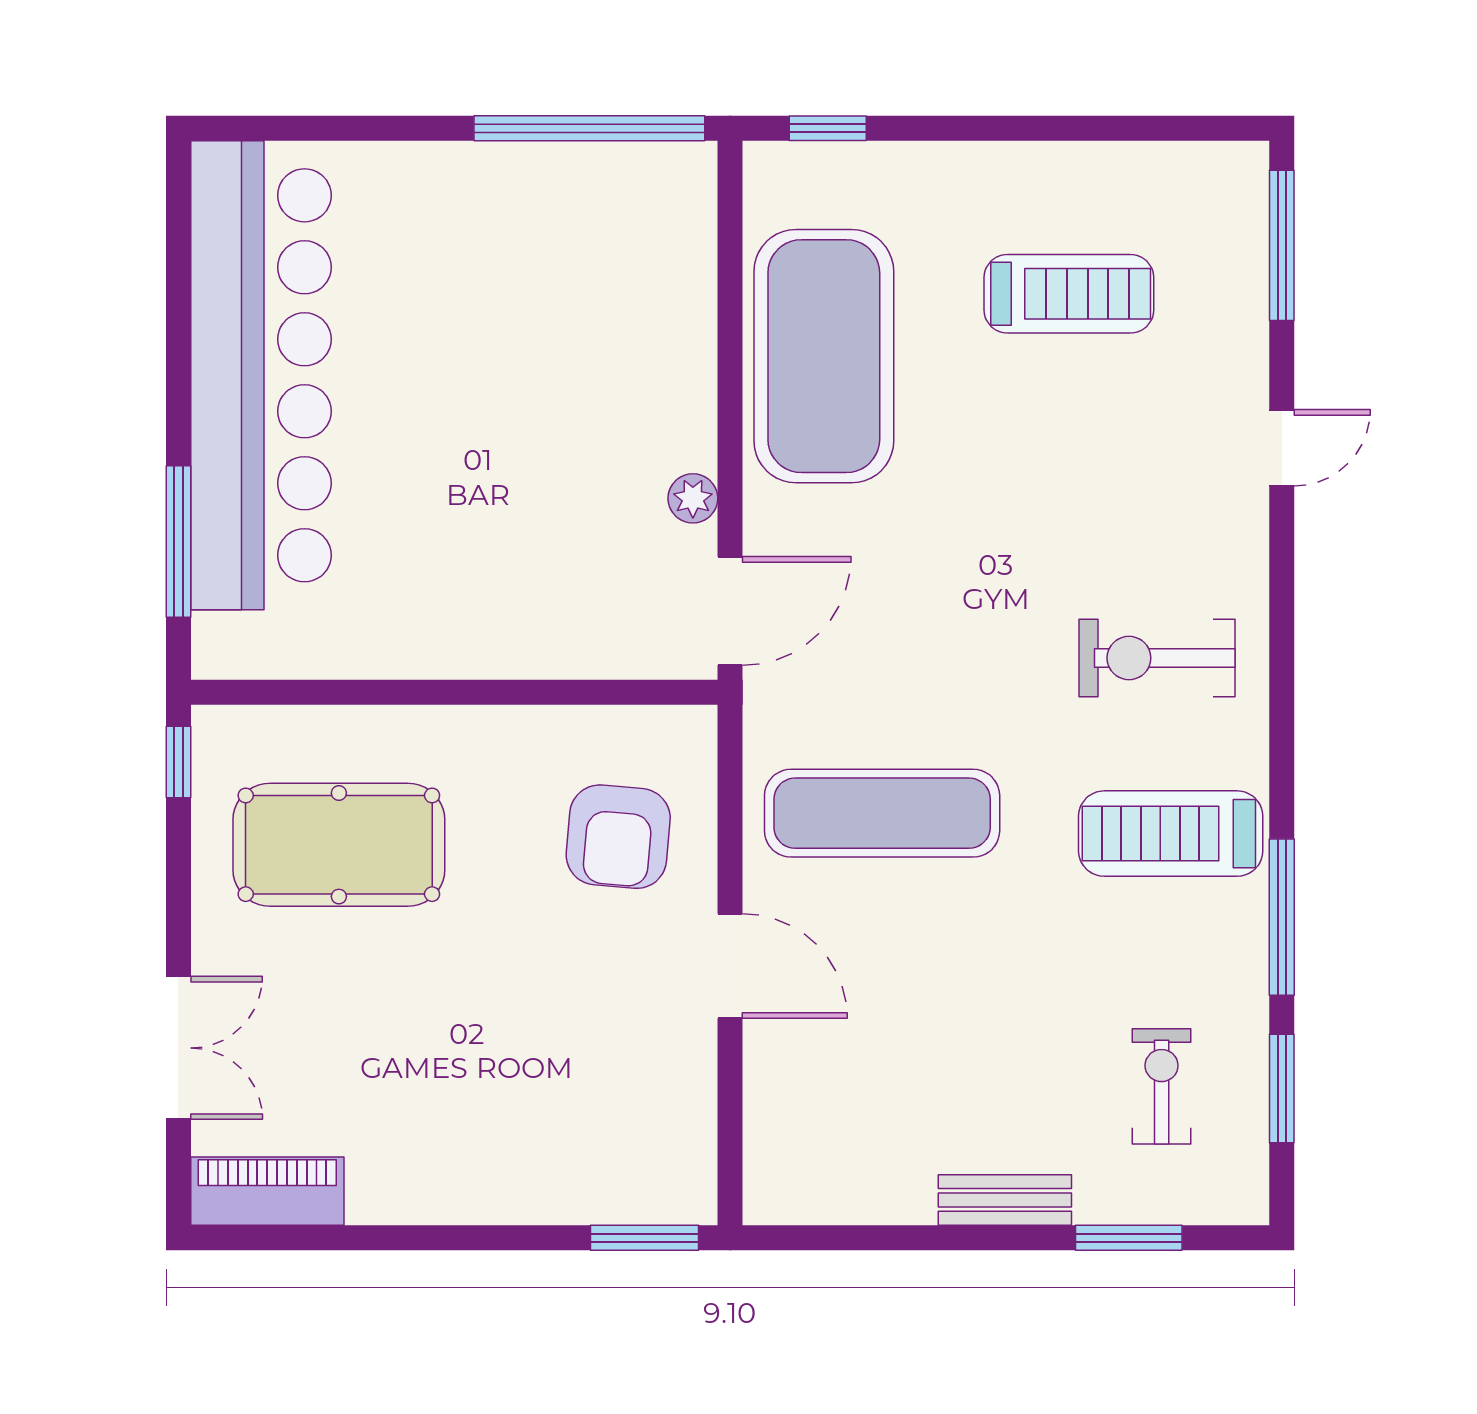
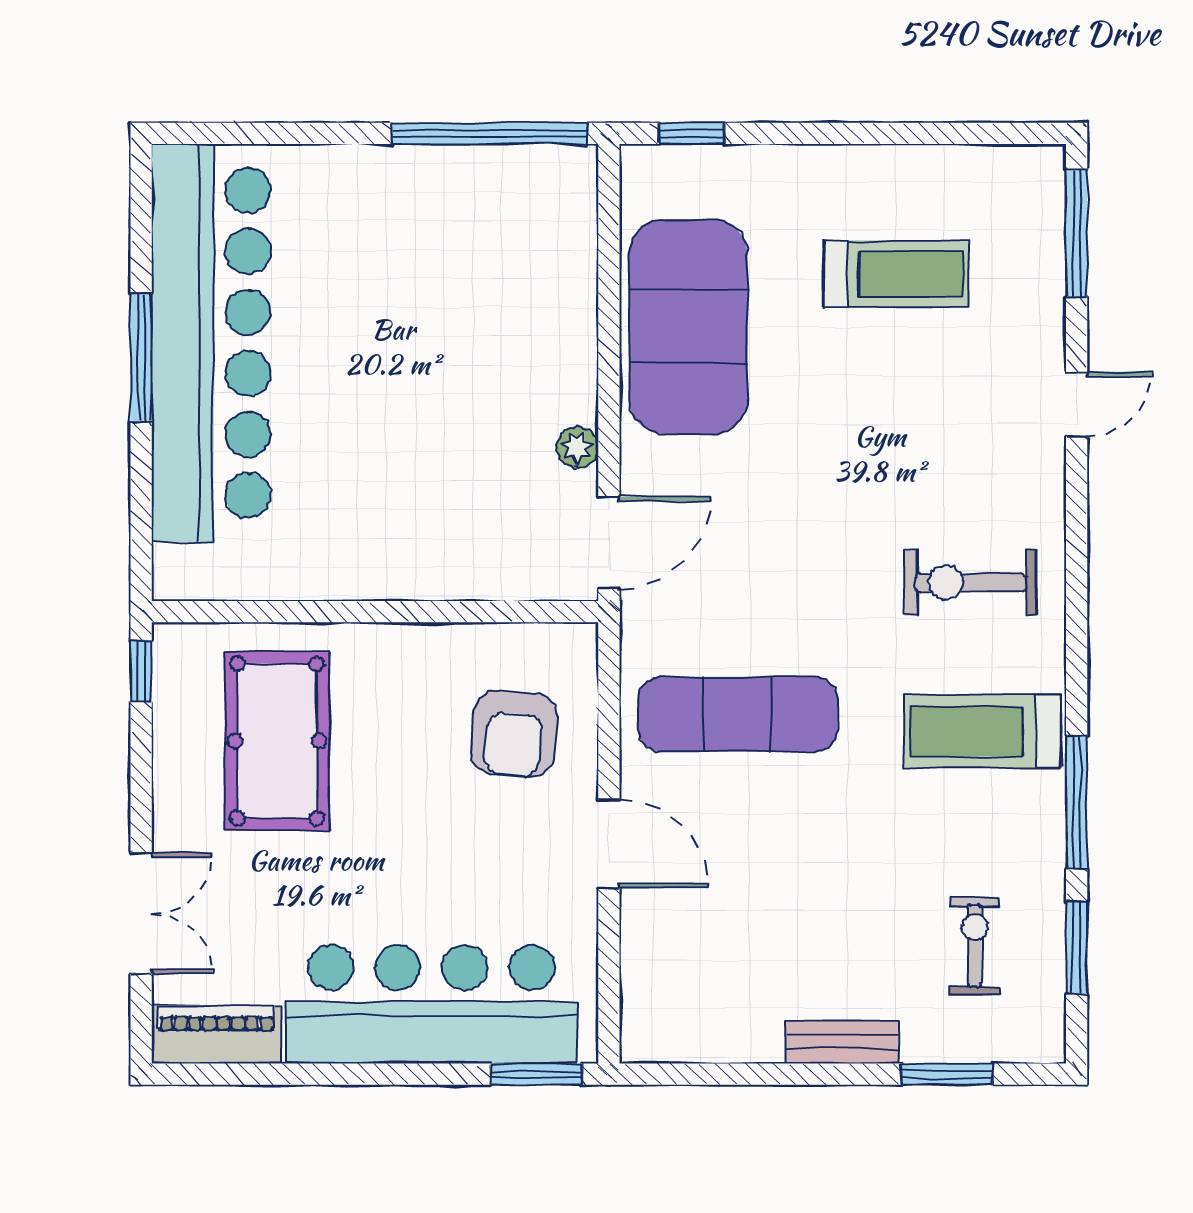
window: (178, 541) -> (141, 358), moved
pool table: (339, 845) -> (277, 741), turned 90
bar counter: (521, 1155) -> (431, 1004), added

